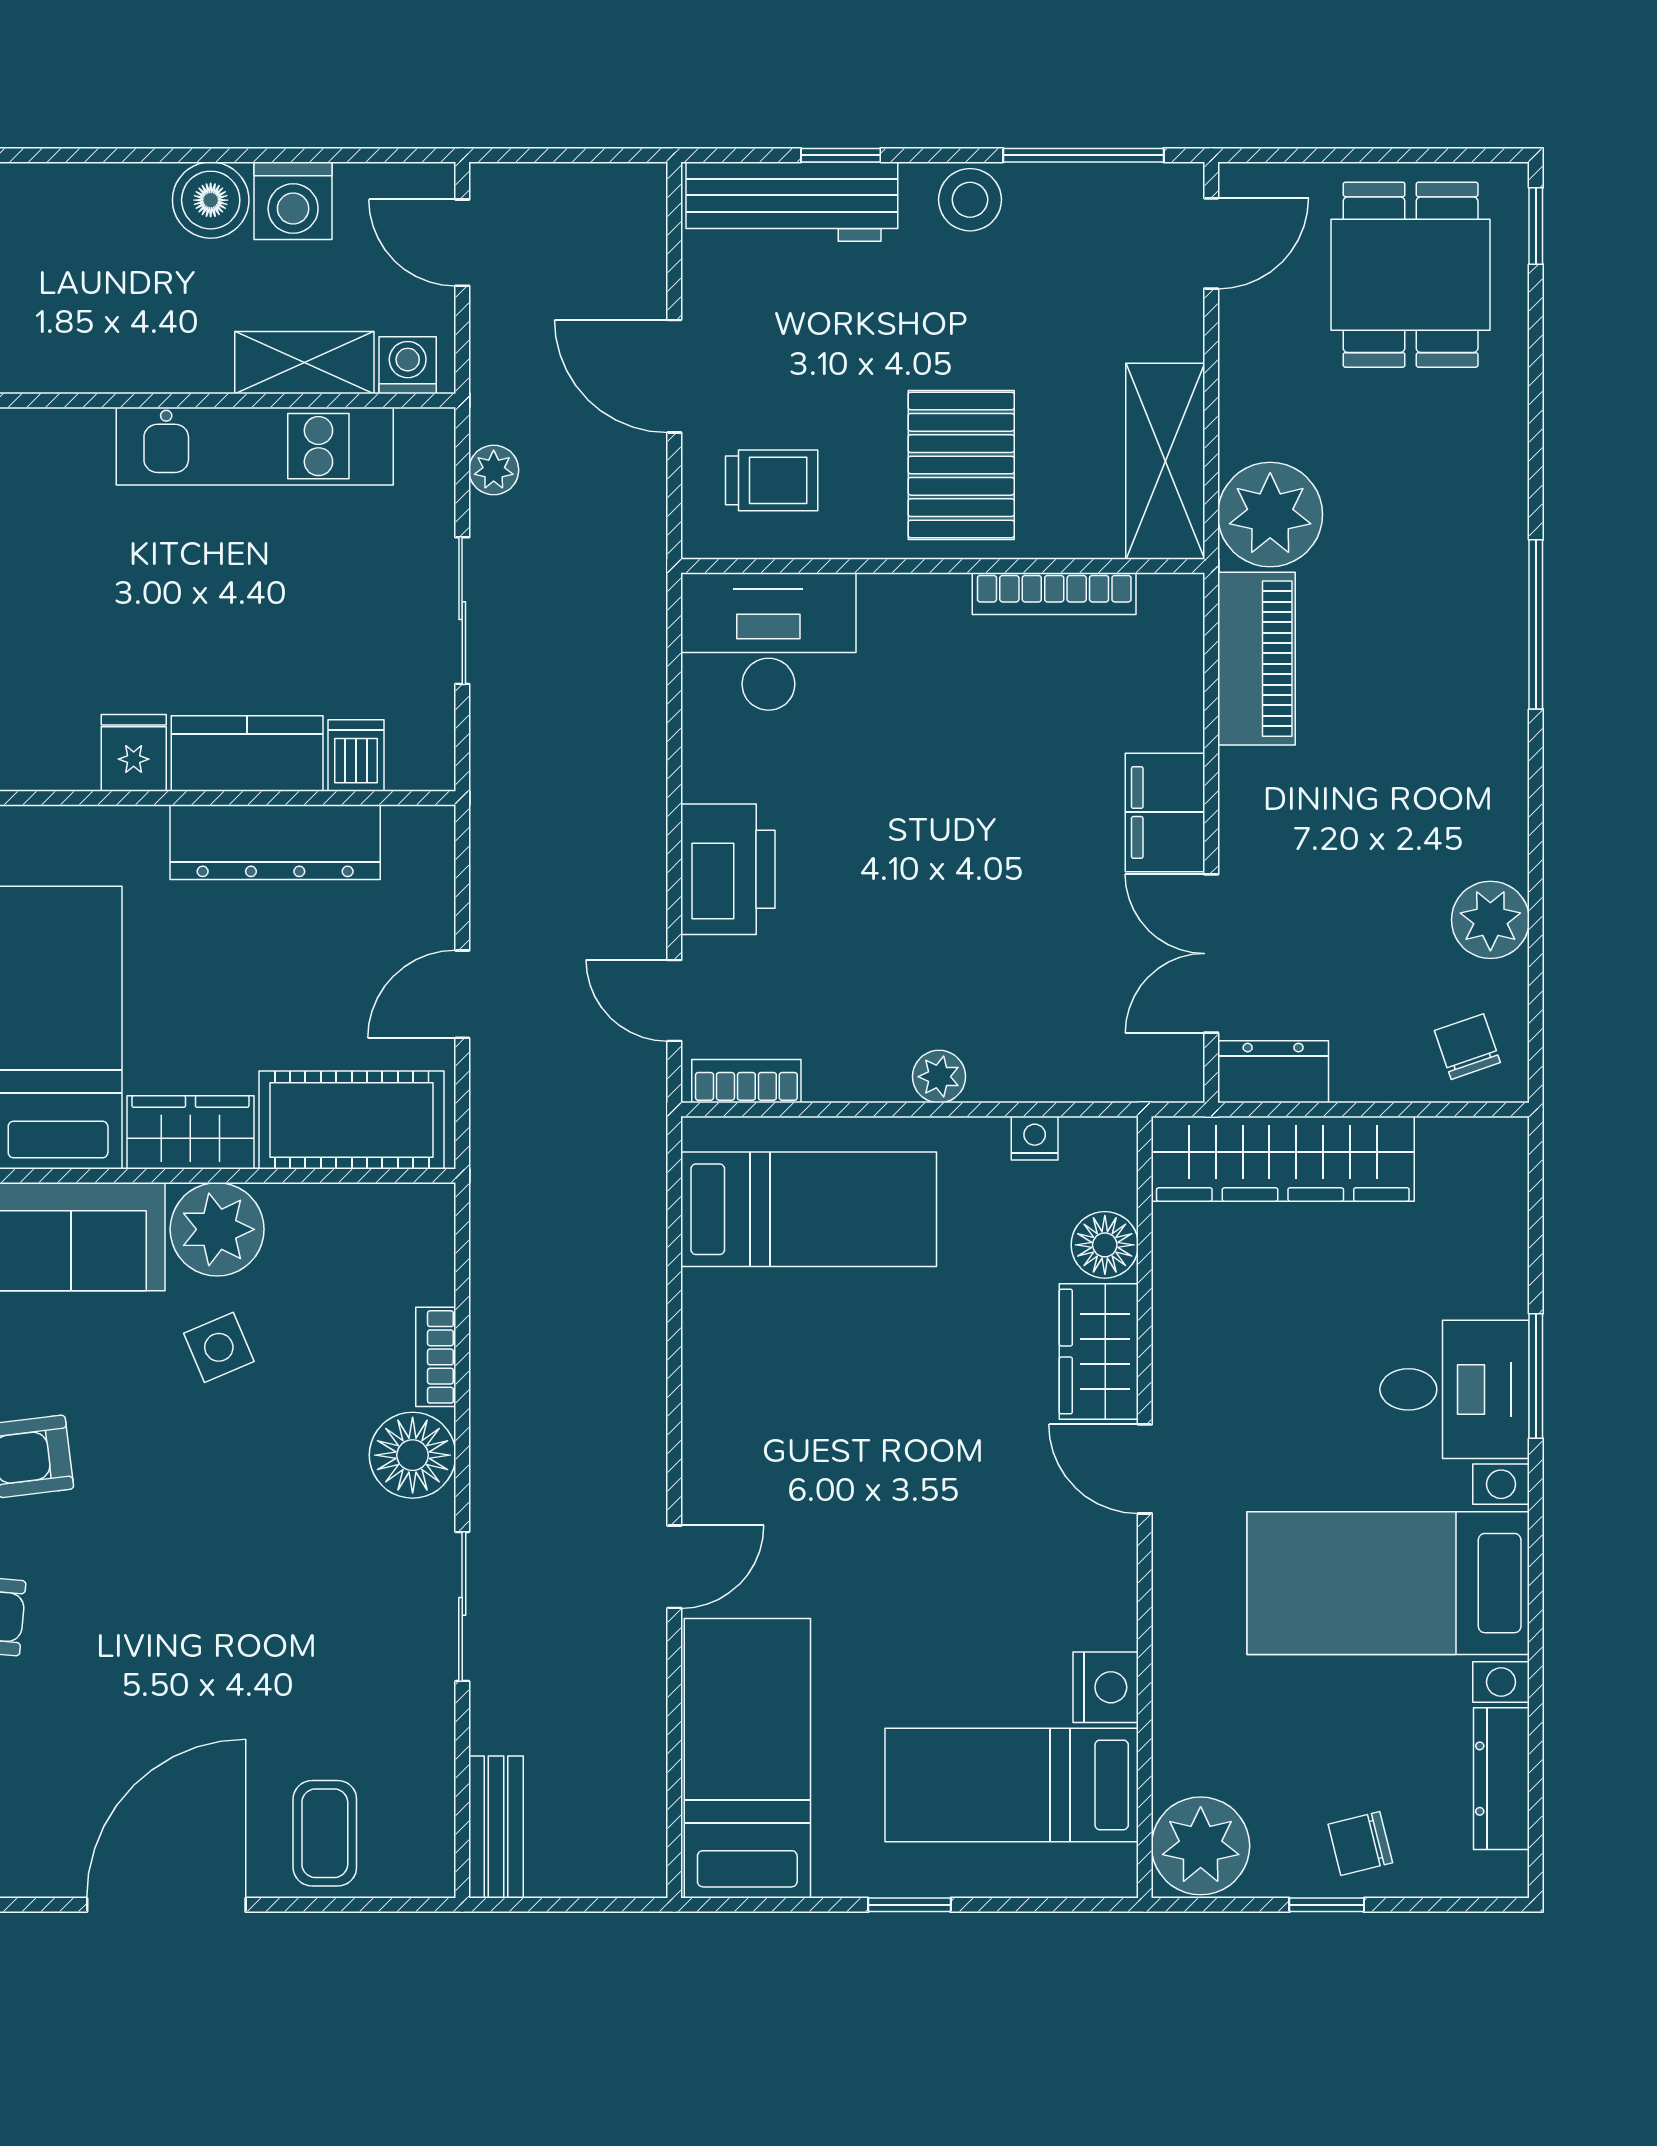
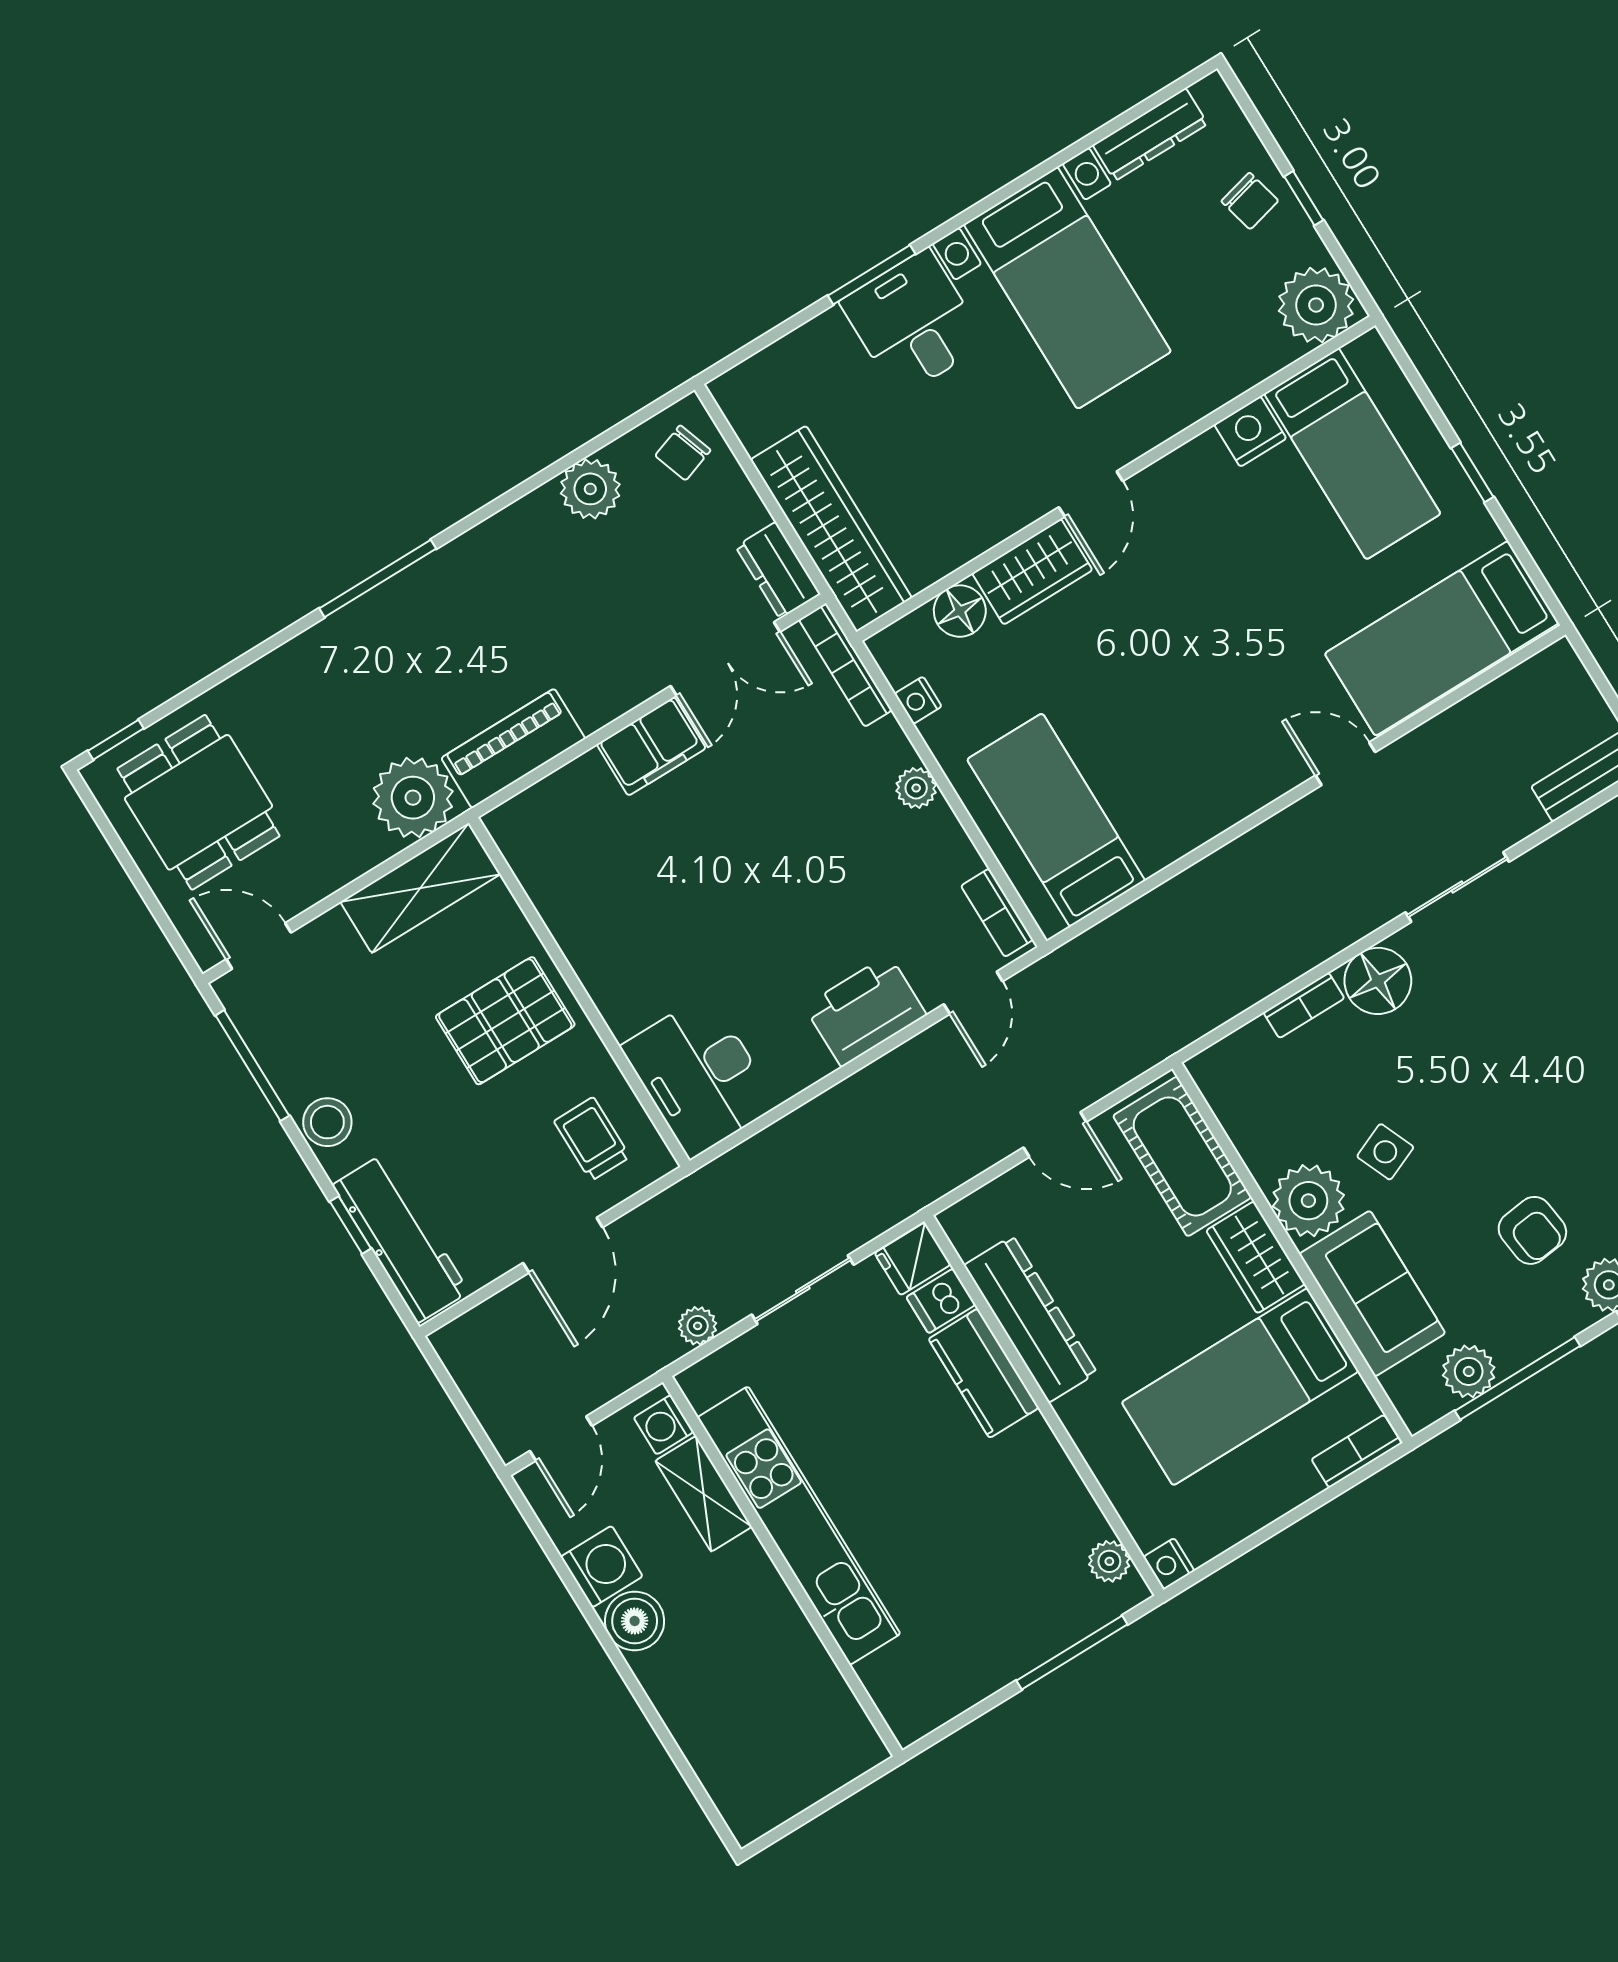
dining table: (1411, 275) -> (199, 802), turned 90
kitchen unit: (255, 446) -> (799, 1526), width x1.36
bookcase: (1054, 594) -> (845, 665), moved, turned 180
fridge: (134, 753) -> (913, 1259), moved

